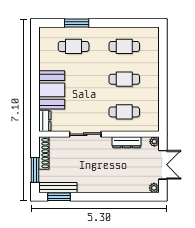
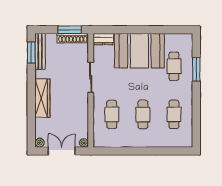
booth: (52, 90) -> (139, 51), width x1.36, depth x1.42
dresser: (127, 142) -> (83, 117), removed
double door: (163, 165) -> (62, 151), swing flipped
window: (35, 170) -> (70, 30), moved
wardrobe: (107, 185) -> (42, 98), added

